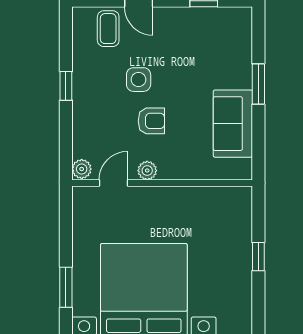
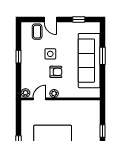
sofa: (233, 124) -> (89, 61), width x1.85, depth x1.27

